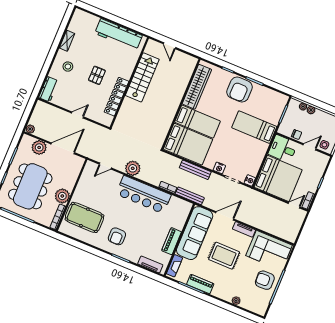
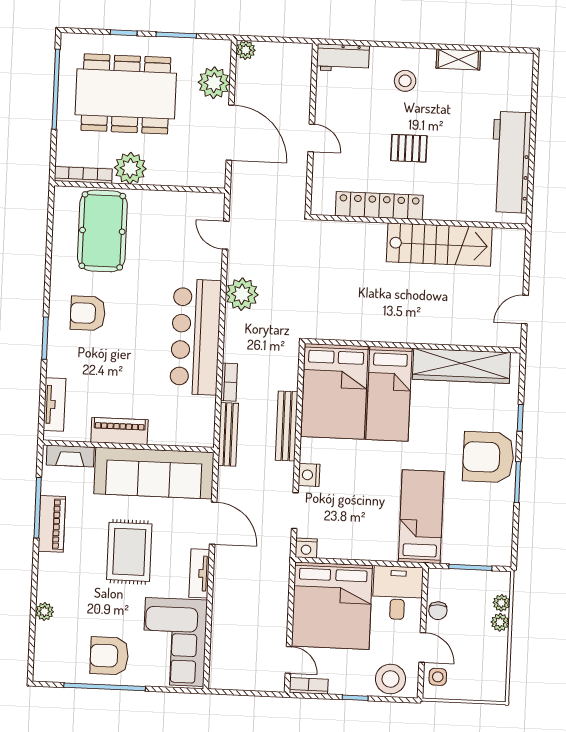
door: (170, 46) -> (525, 309), moved
stool: (318, 165) -> (391, 679), added
armchair: (265, 280) -> (109, 656), turned -88

